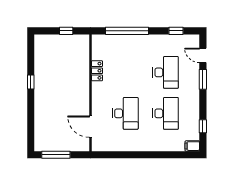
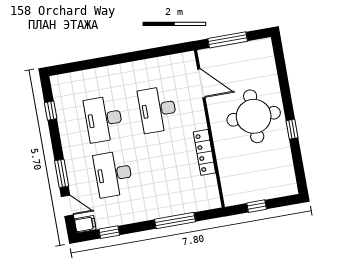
window: (127, 31) -> (175, 221), width x0.68
locker: (97, 71) -> (204, 152), width x1.53
round table: (57, 96) -> (254, 116), added
filing cabinet: (192, 146) -> (85, 224), moved
window: (56, 155) -> (228, 40), moved

